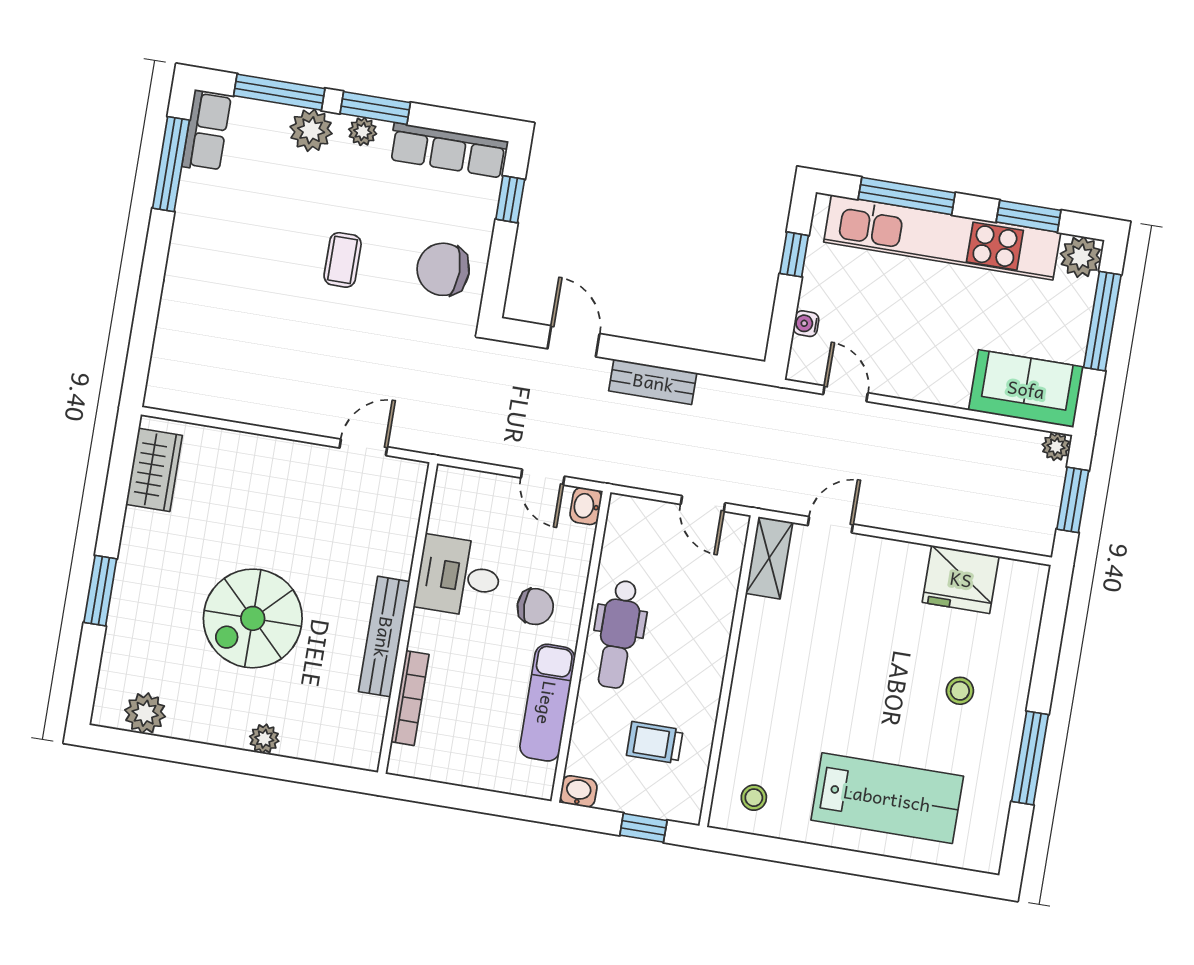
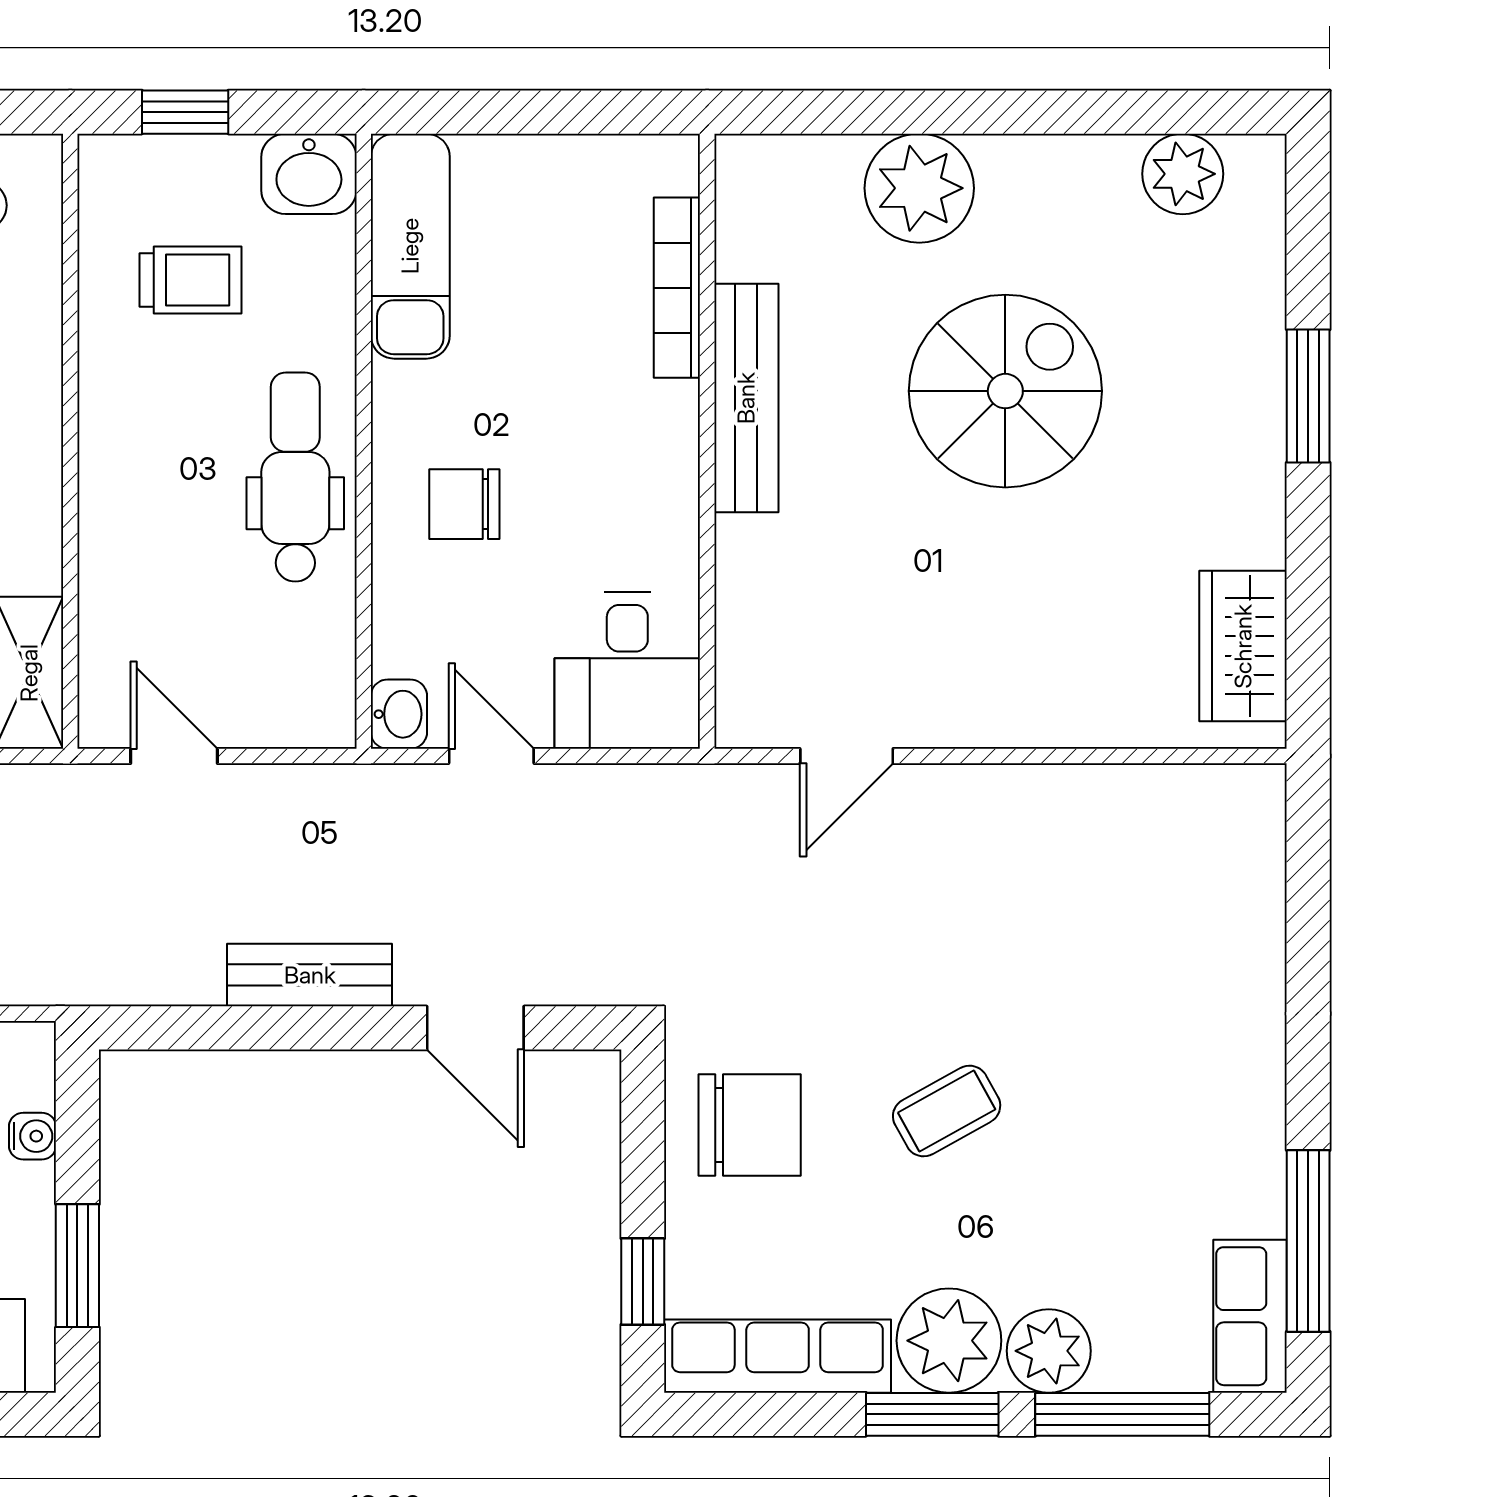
plant: (363, 132) -> (949, 1341), width x1.88, depth x1.88
window: (794, 254) -> (77, 1266), width x1.50
coffee table: (343, 260) -> (947, 1111), turned 61
desk: (459, 576) -> (627, 671), moved, turned 90
exam couch: (547, 703) -> (410, 246), moved
plant: (264, 739) -> (919, 188), width x1.87, depth x1.87
washbasin: (578, 791) -> (309, 174), width x1.38, depth x1.45

